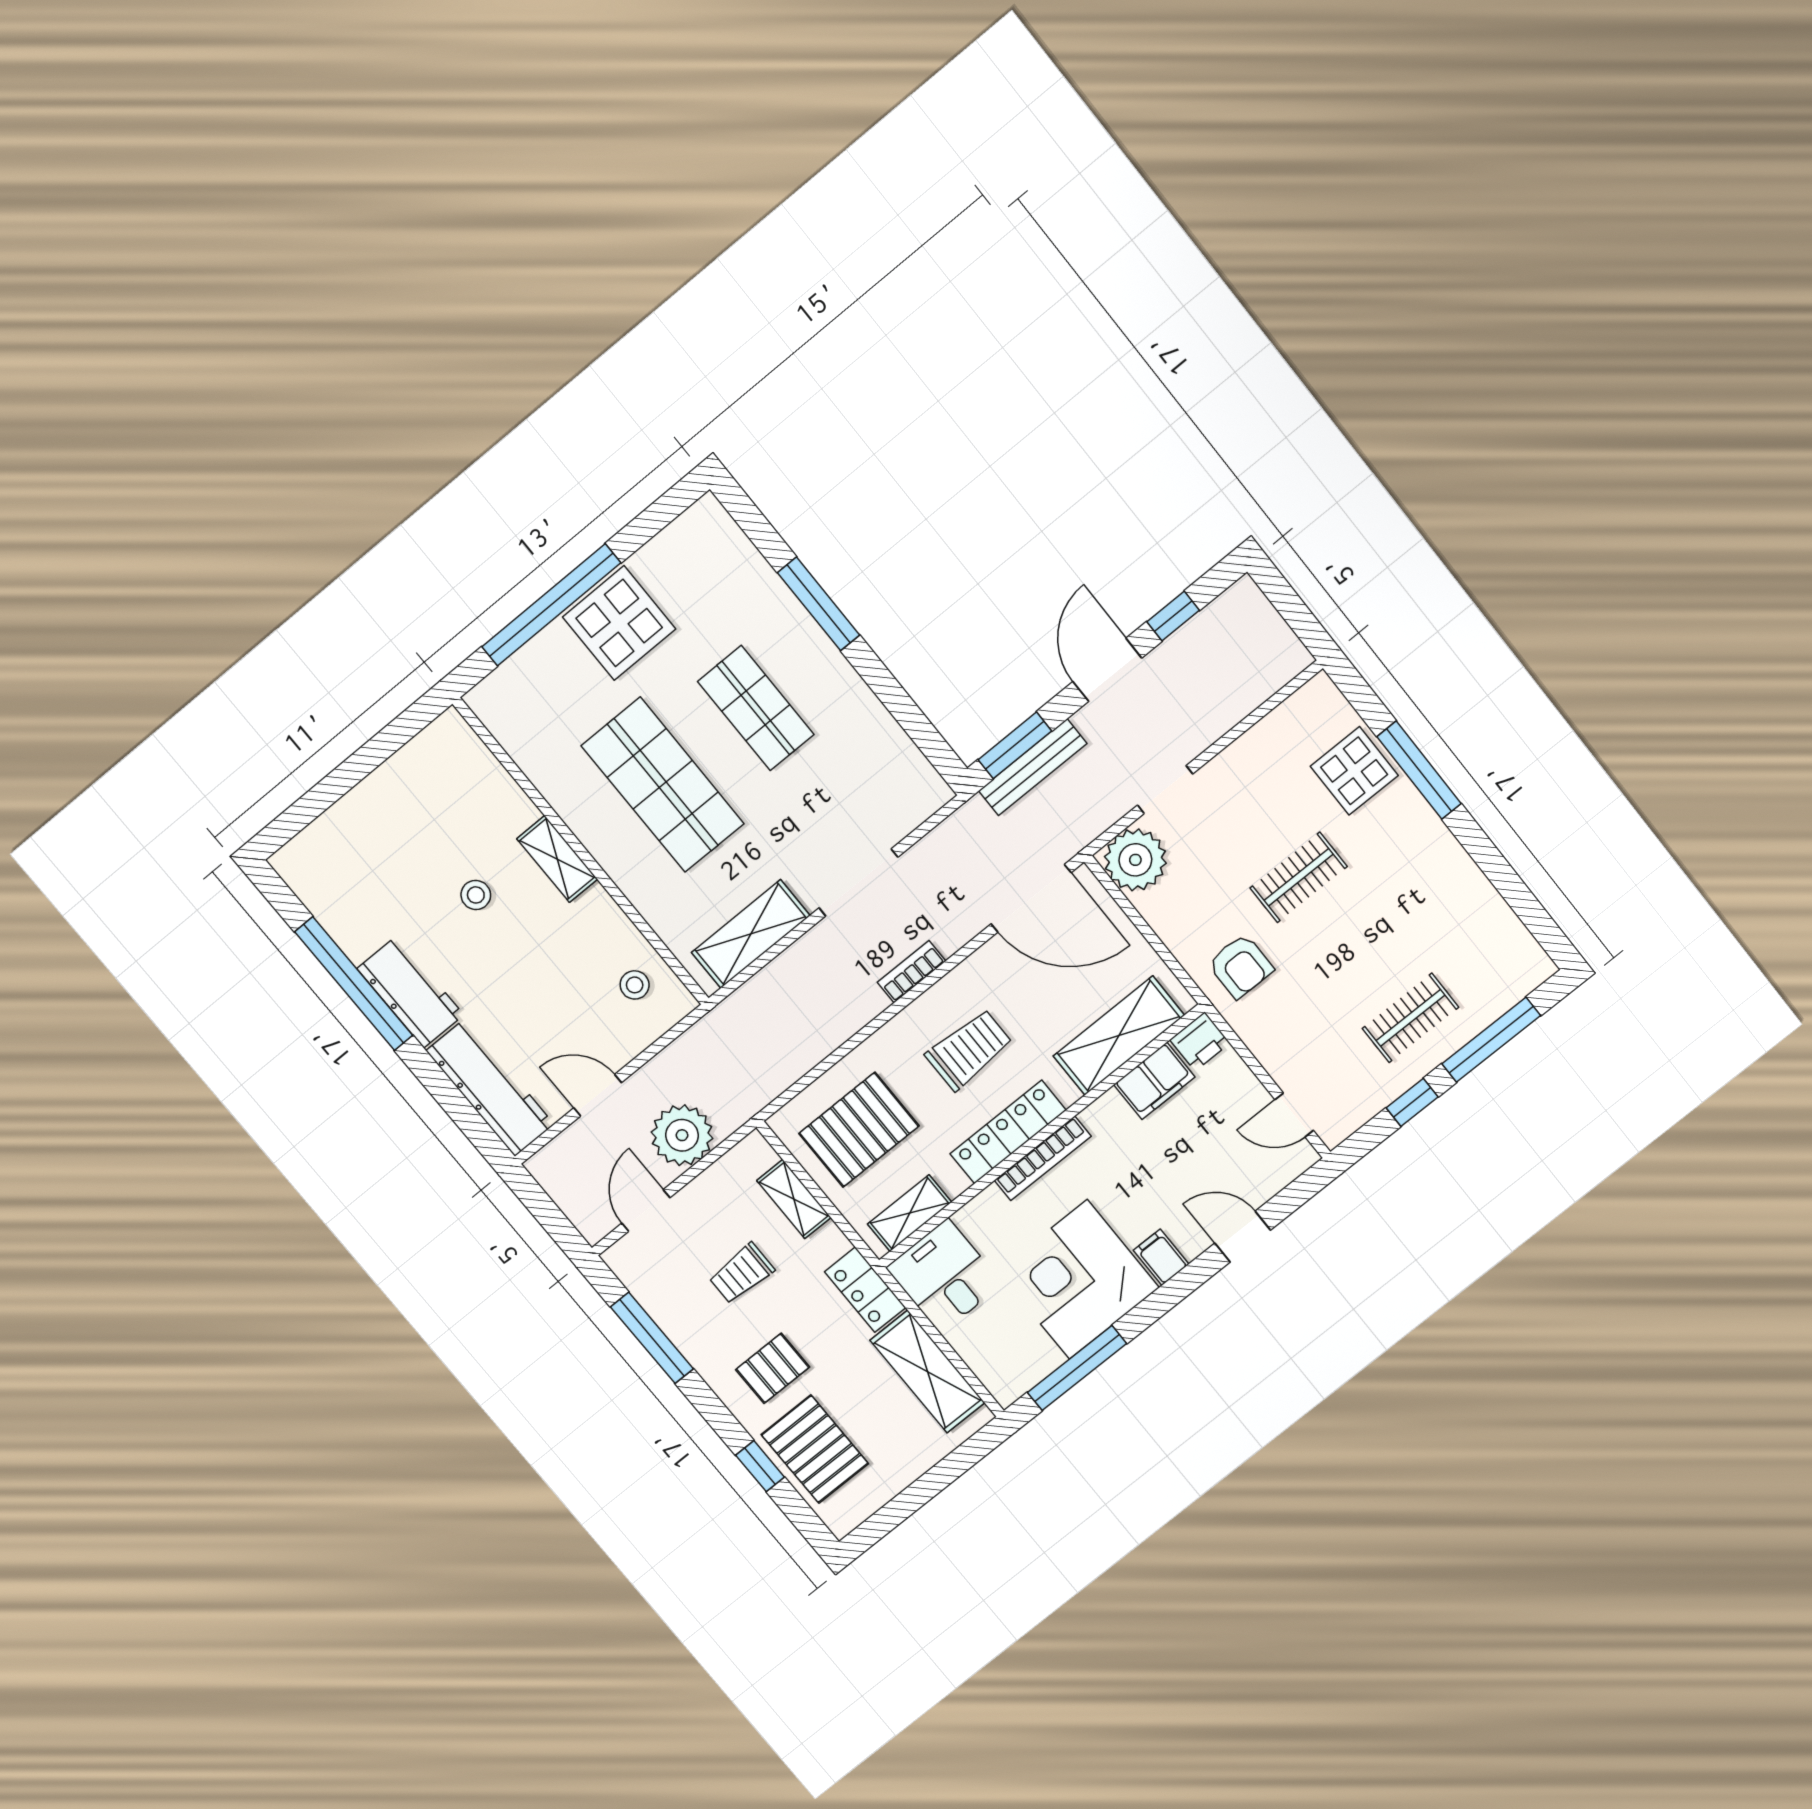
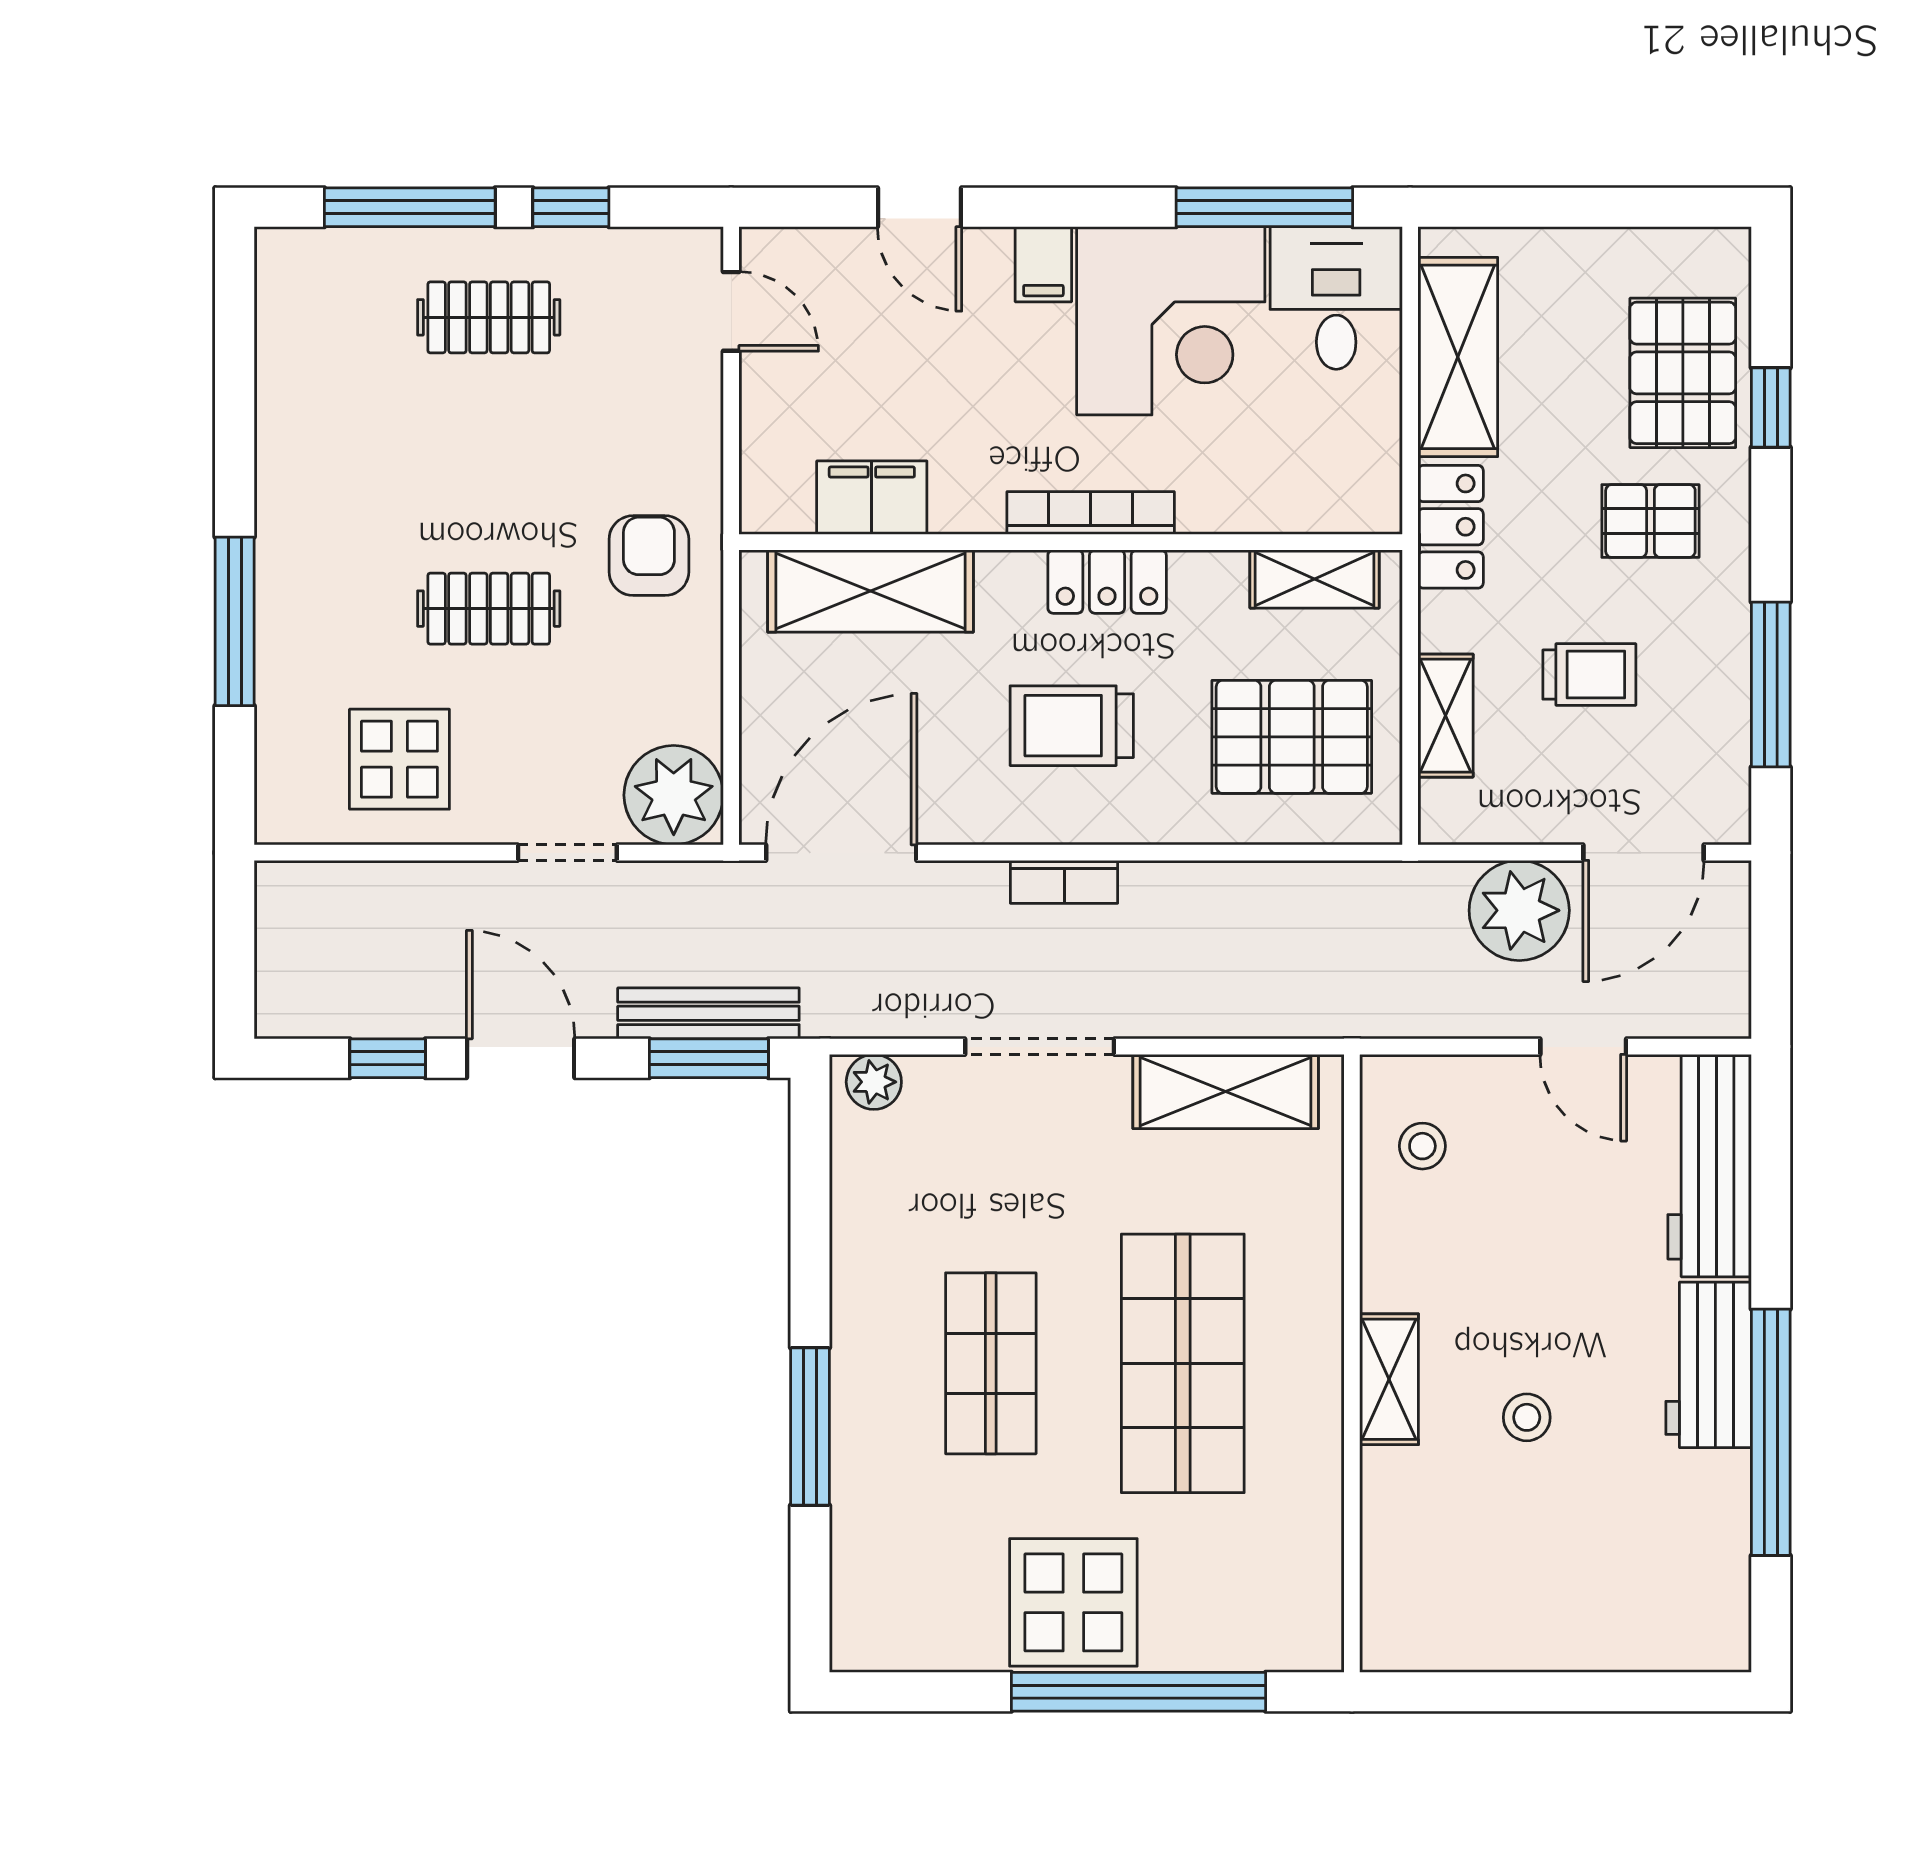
door: (1107, 670) -> (521, 1058), swing flipped
display table: (1354, 771) -> (399, 759), moved
plant: (925, 799) -> (874, 1082), added
door: (1031, 898) -> (841, 853), hinge flipped
printer: (1200, 1041) -> (775, 501), removed
locker: (1008, 1132) -> (1107, 582), width x0.66
door: (646, 1210) -> (1644, 853), width x1.38
desk: (944, 1276) -> (1336, 298), moved, turned 180

